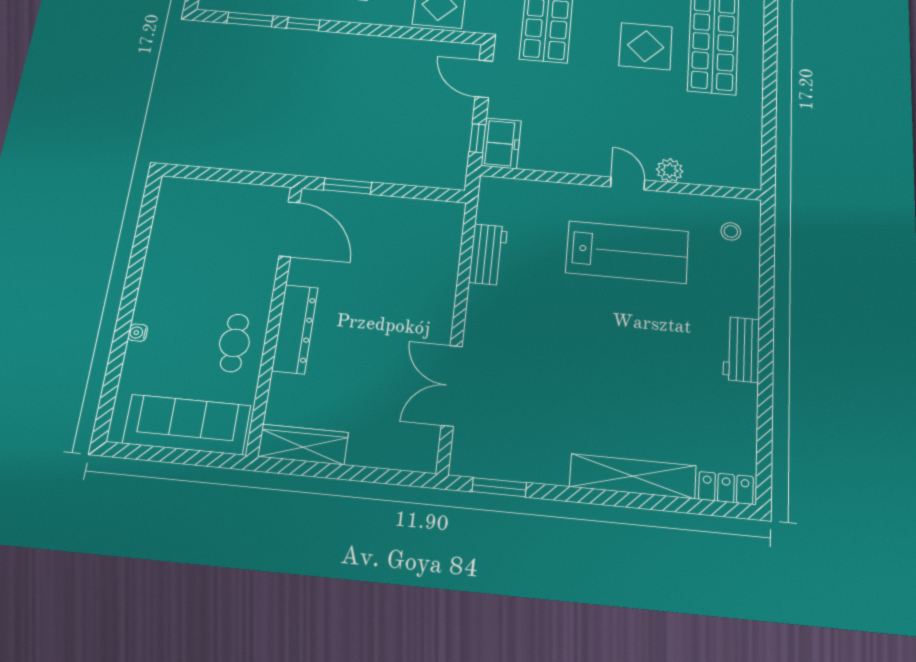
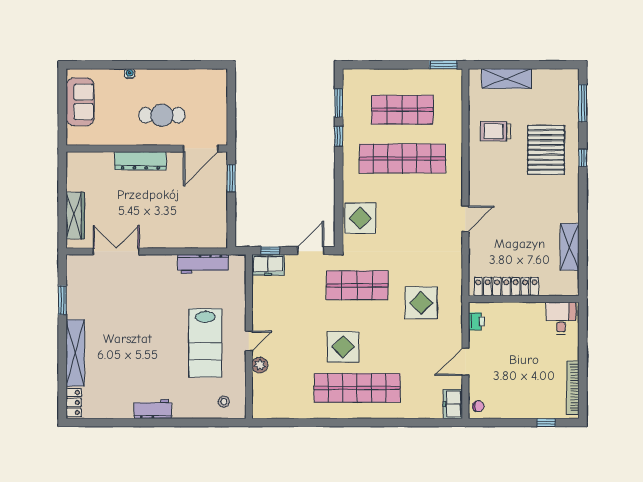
workbench: (488, 254) -> (203, 264), width x1.38
cafe table: (234, 343) -> (162, 115), moved, width x1.37, depth x1.35
sofa: (187, 424) -> (80, 102), width x0.73
wardrobe: (303, 445) -> (75, 215), moved
window: (499, 487) -> (62, 300), moved

